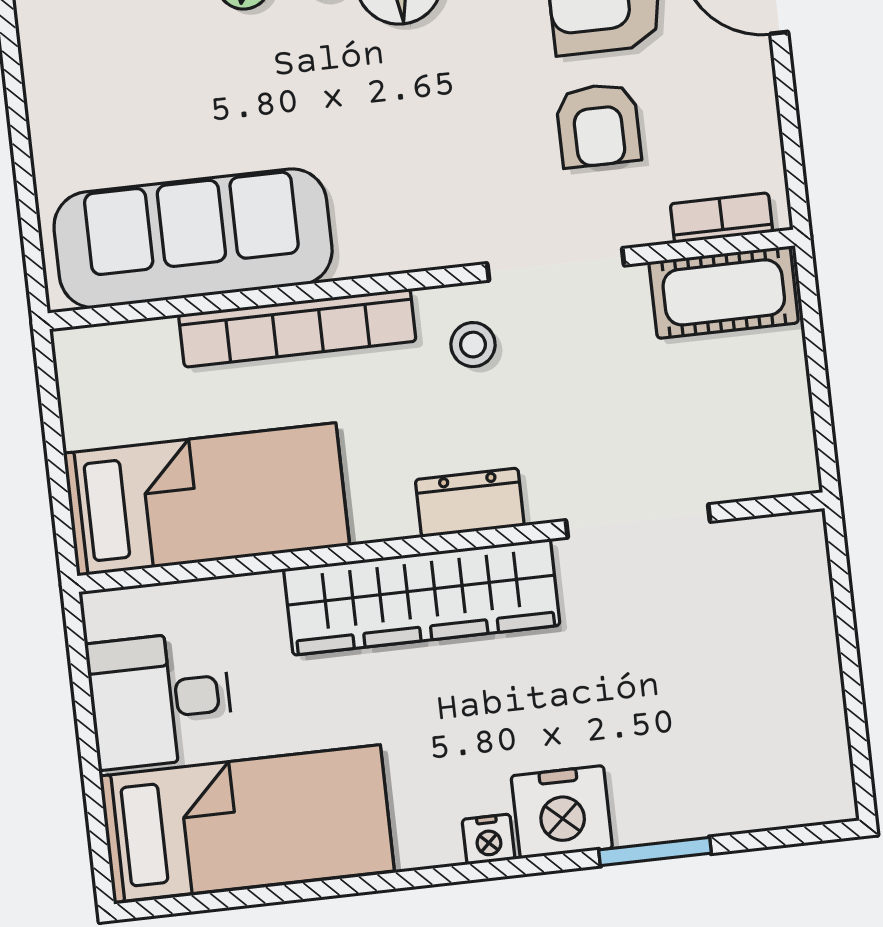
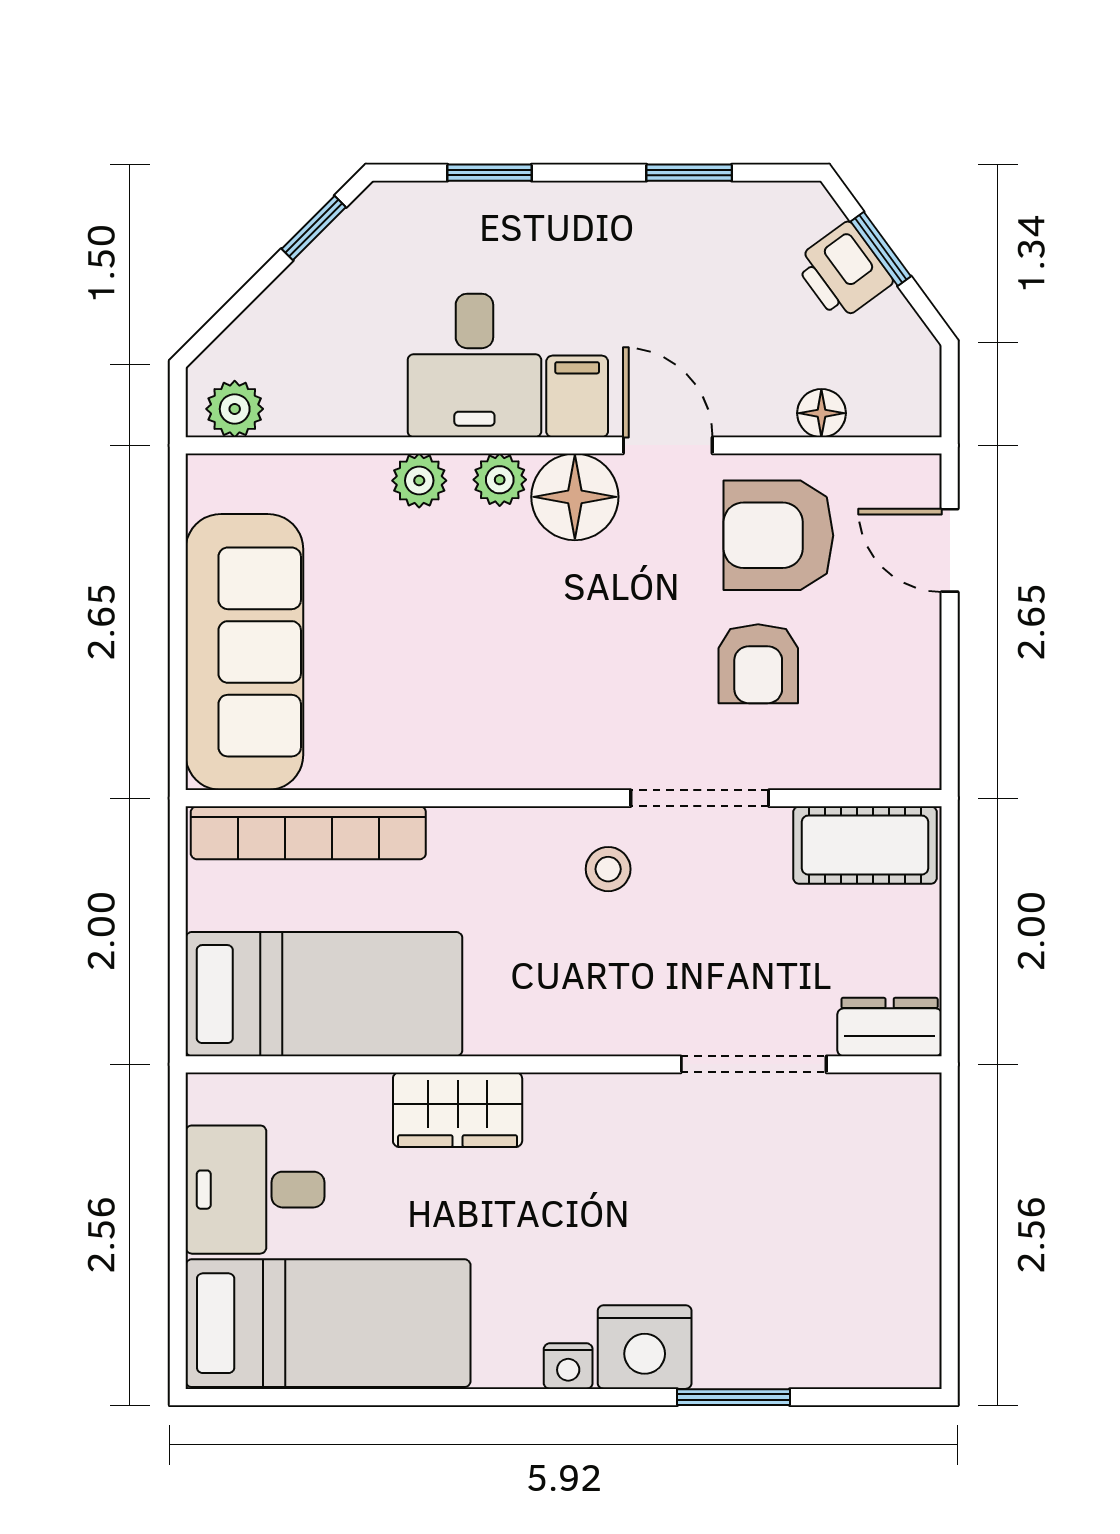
bookcase: (721, 218) -> (871, 770), removed
sofa: (193, 238) -> (244, 652), moved, turned 90
bookcase: (297, 328) -> (308, 833), moved
dresser: (470, 503) -> (890, 1027), moved
wardrobe: (422, 597) -> (458, 1110), width x0.48, depth x0.85

